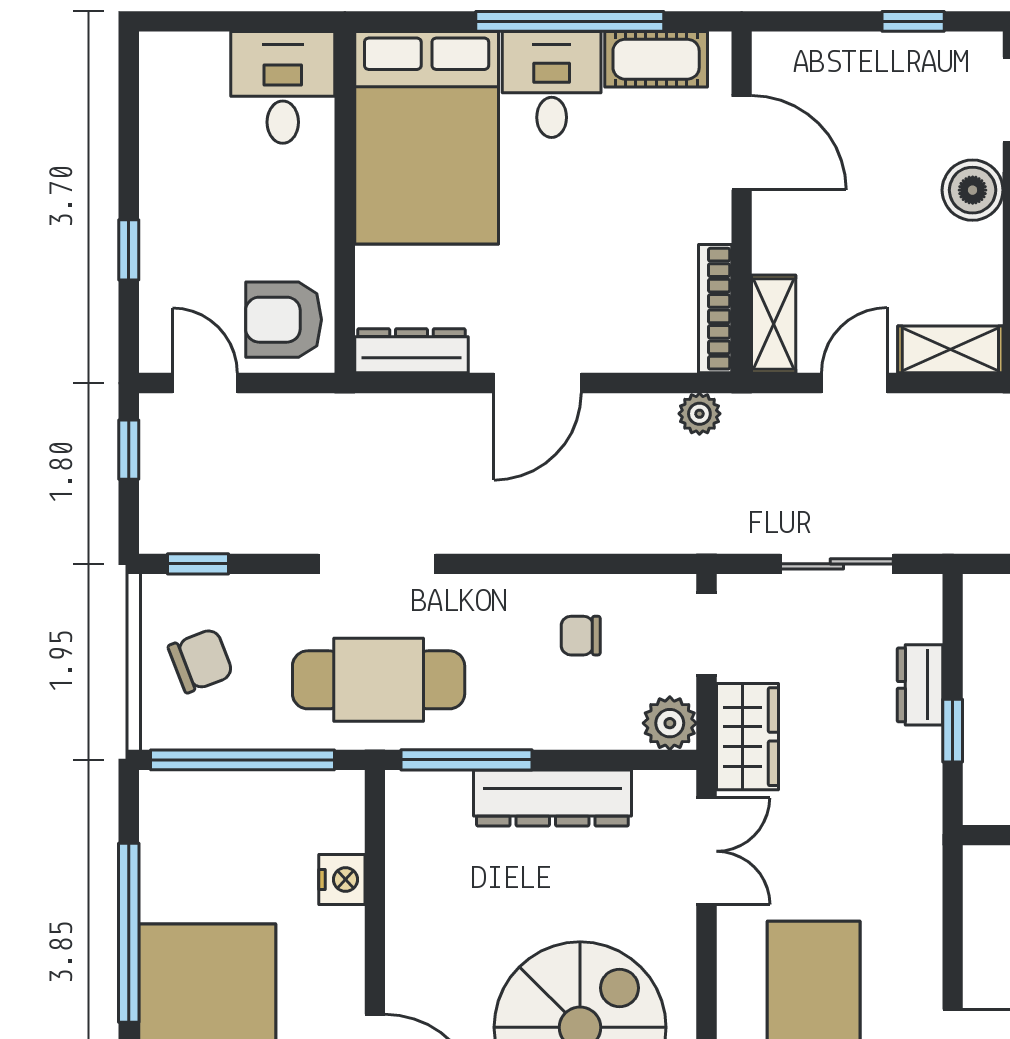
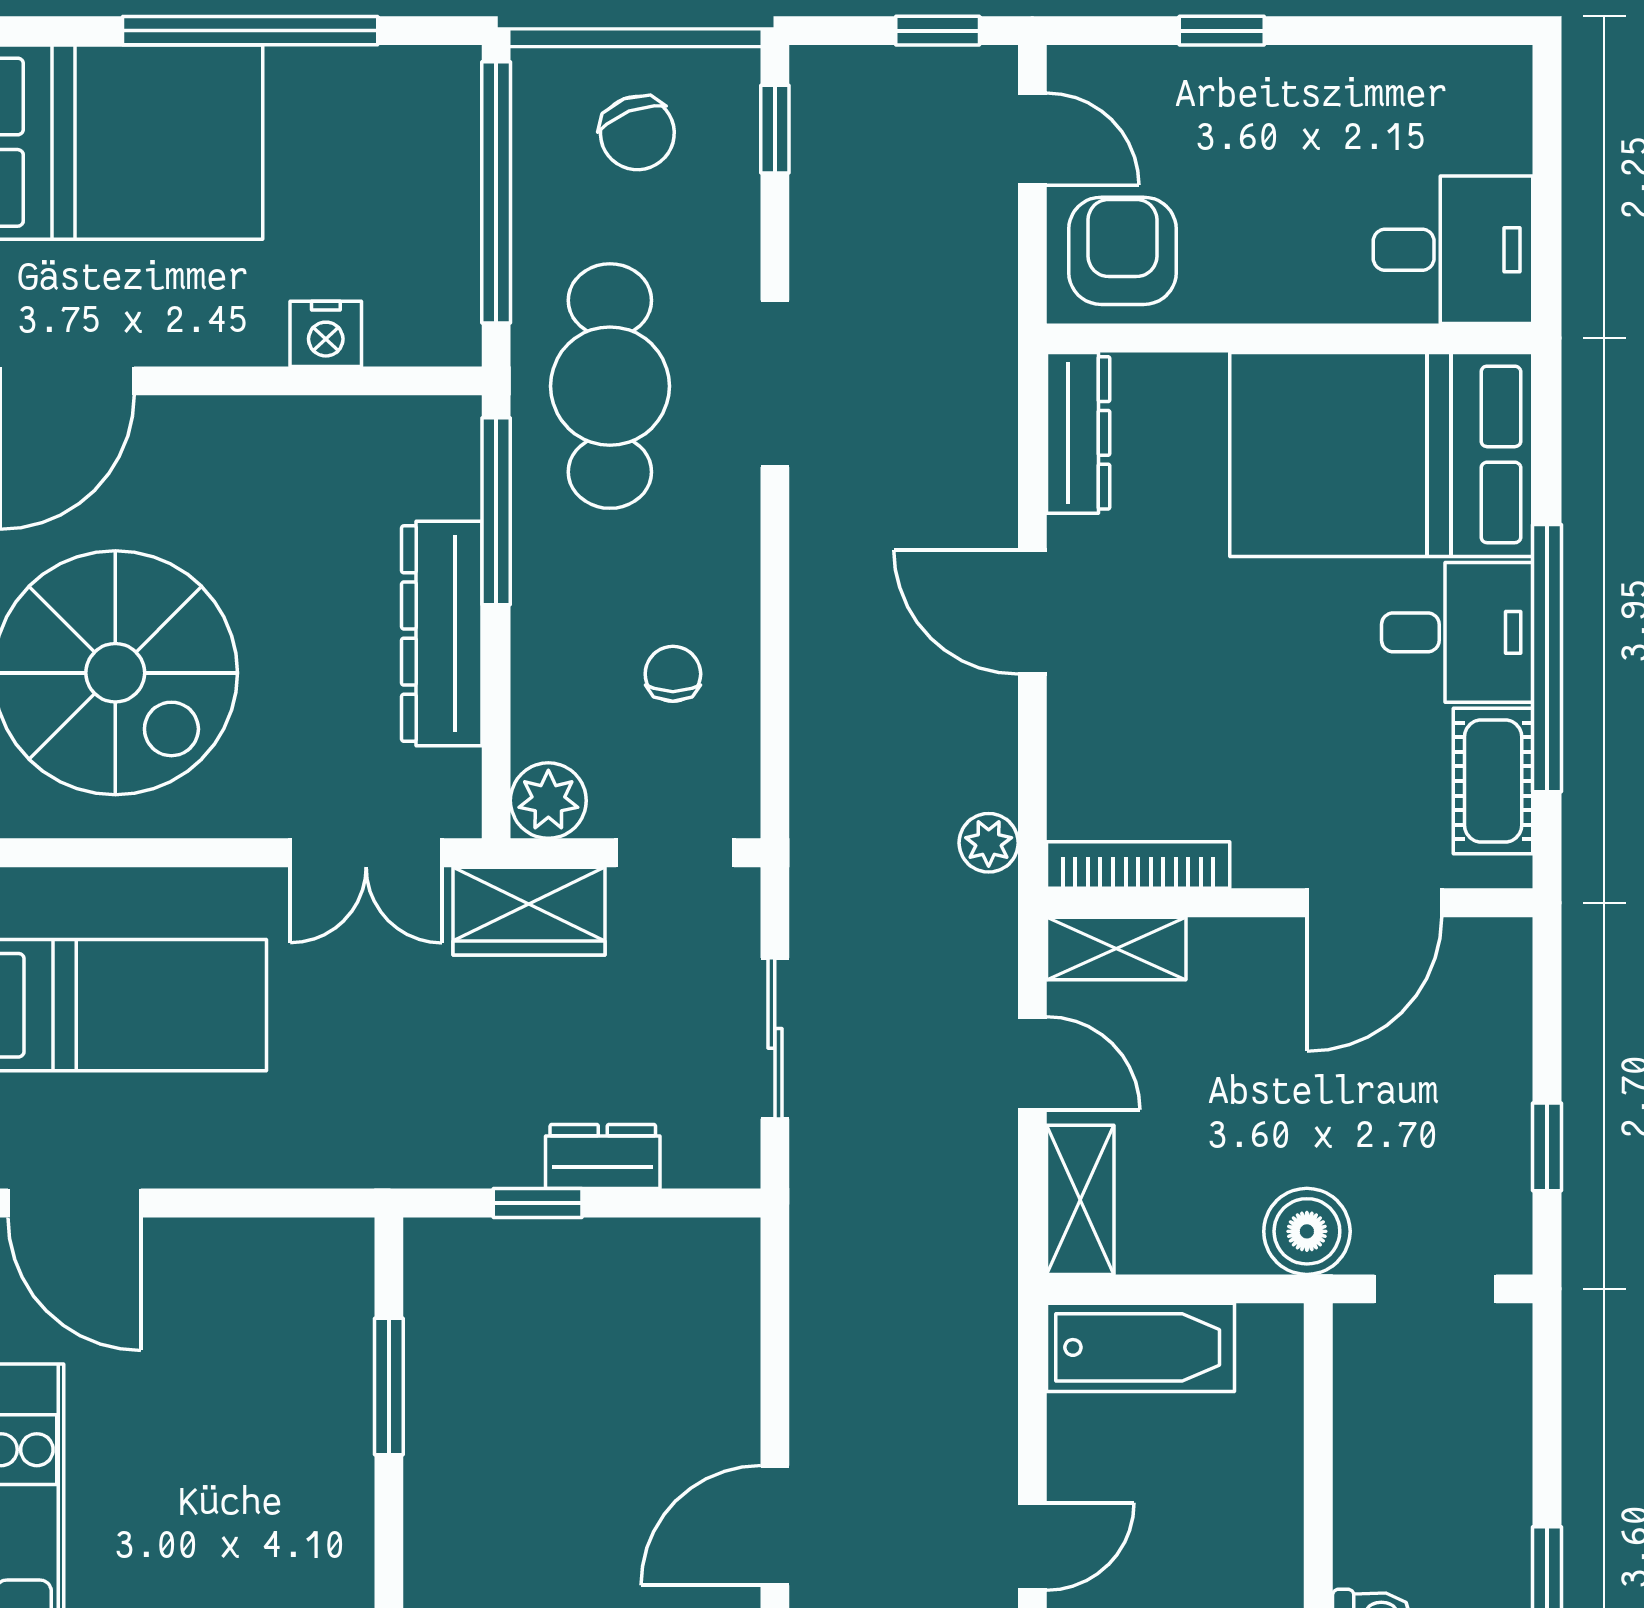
door: (205, 383) -> (1032, 139), hinge flipped

